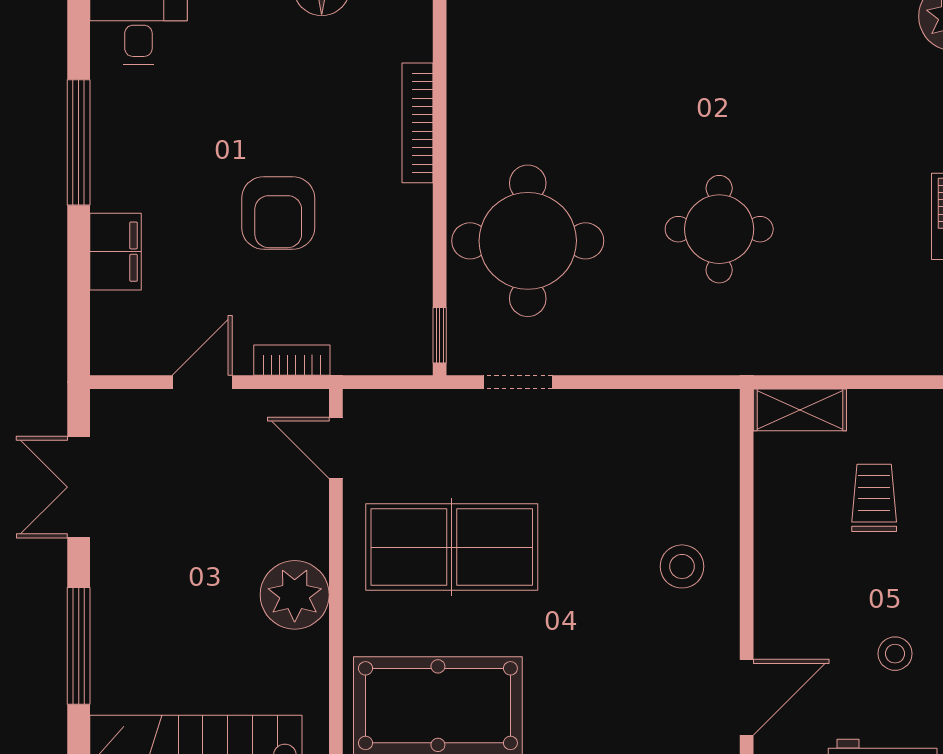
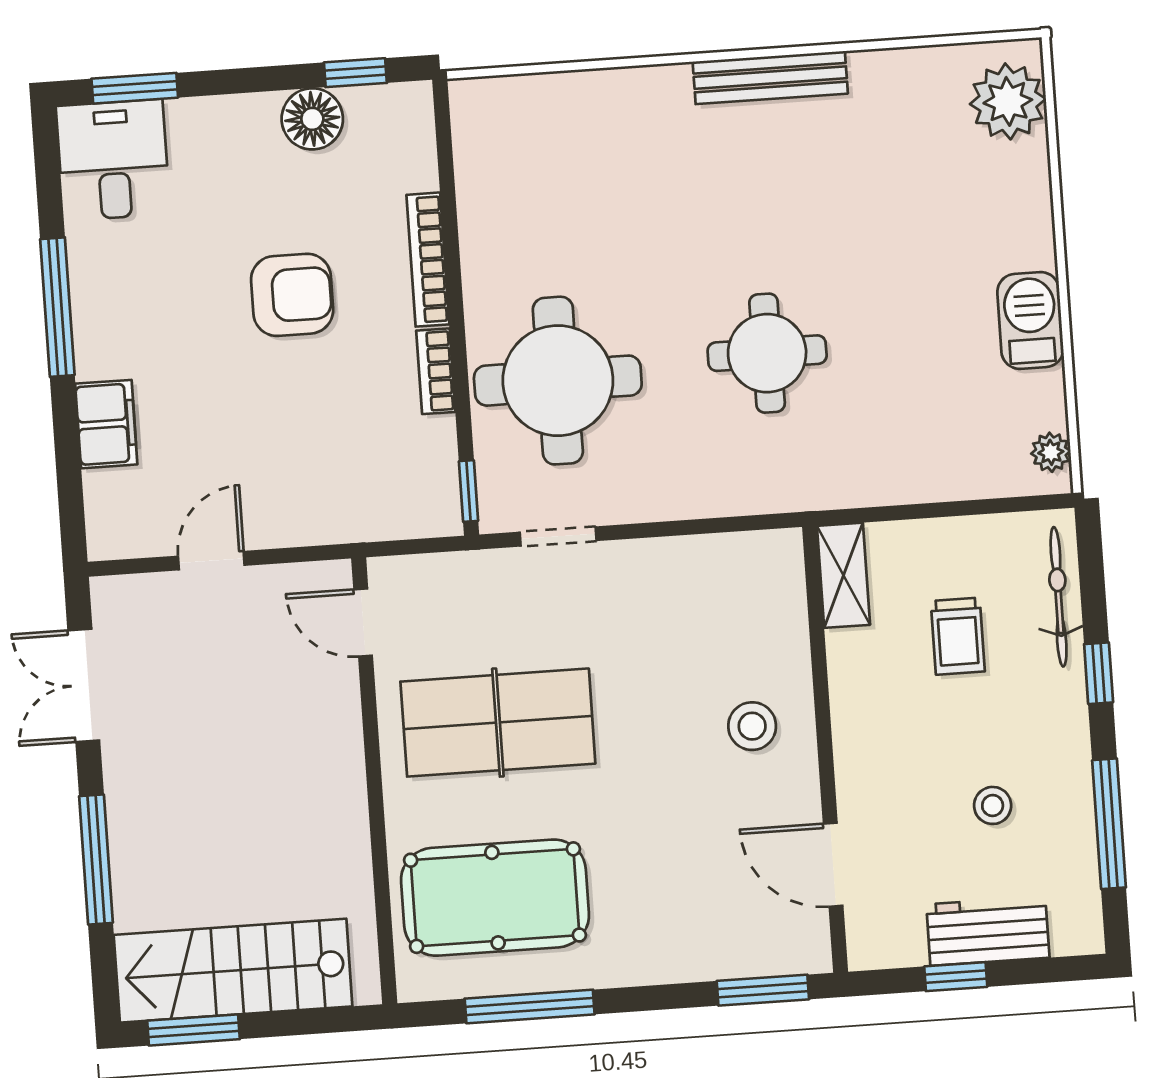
armchair: (278, 213) -> (292, 295), moved, turned -90
bookcase: (292, 360) -> (436, 371), moved, turned -90
shelving: (800, 410) -> (843, 575), moved, turned 90
trolley: (874, 498) -> (958, 636), turned 180
plant: (295, 595) -> (329, 787), removed
door: (747, 697) -> (833, 865), swing flipped

